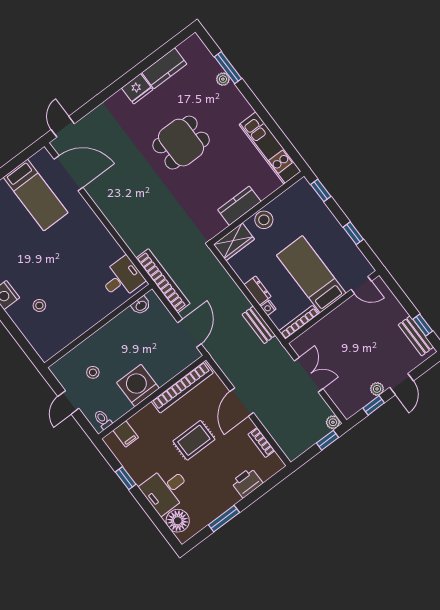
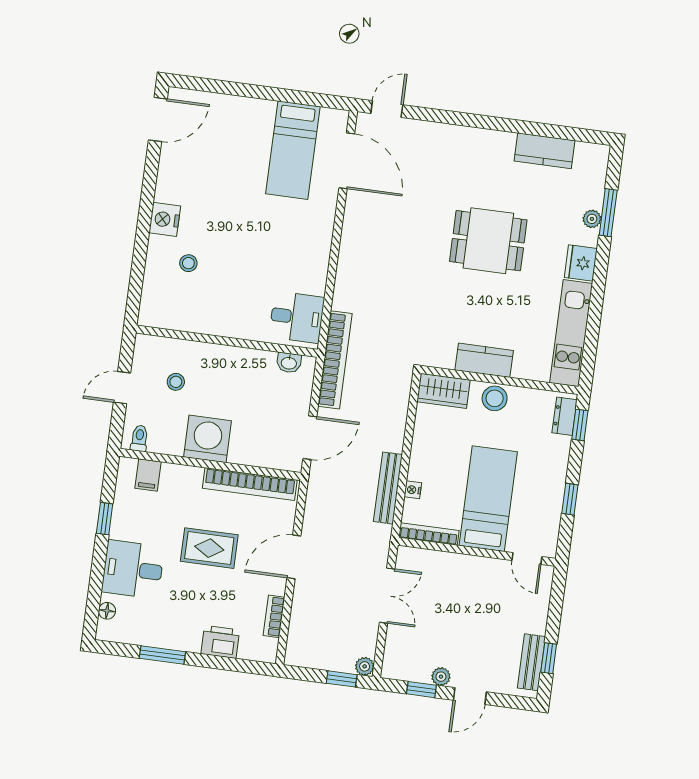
fridge: (137, 89) -> (581, 263), moved, turned 90
dresser: (257, 291) -> (565, 416), moved, turned 180
bench: (259, 325) -> (388, 488), width x1.36
floor lamp: (178, 521) -> (107, 611), width x0.53, depth x0.53

